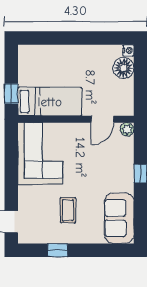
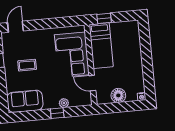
floor lamp: (124, 68) -> (118, 95), moved
plant: (127, 129) -> (64, 103), moved
corner sofa: (40, 154) -> (72, 55), moved, turned 90

